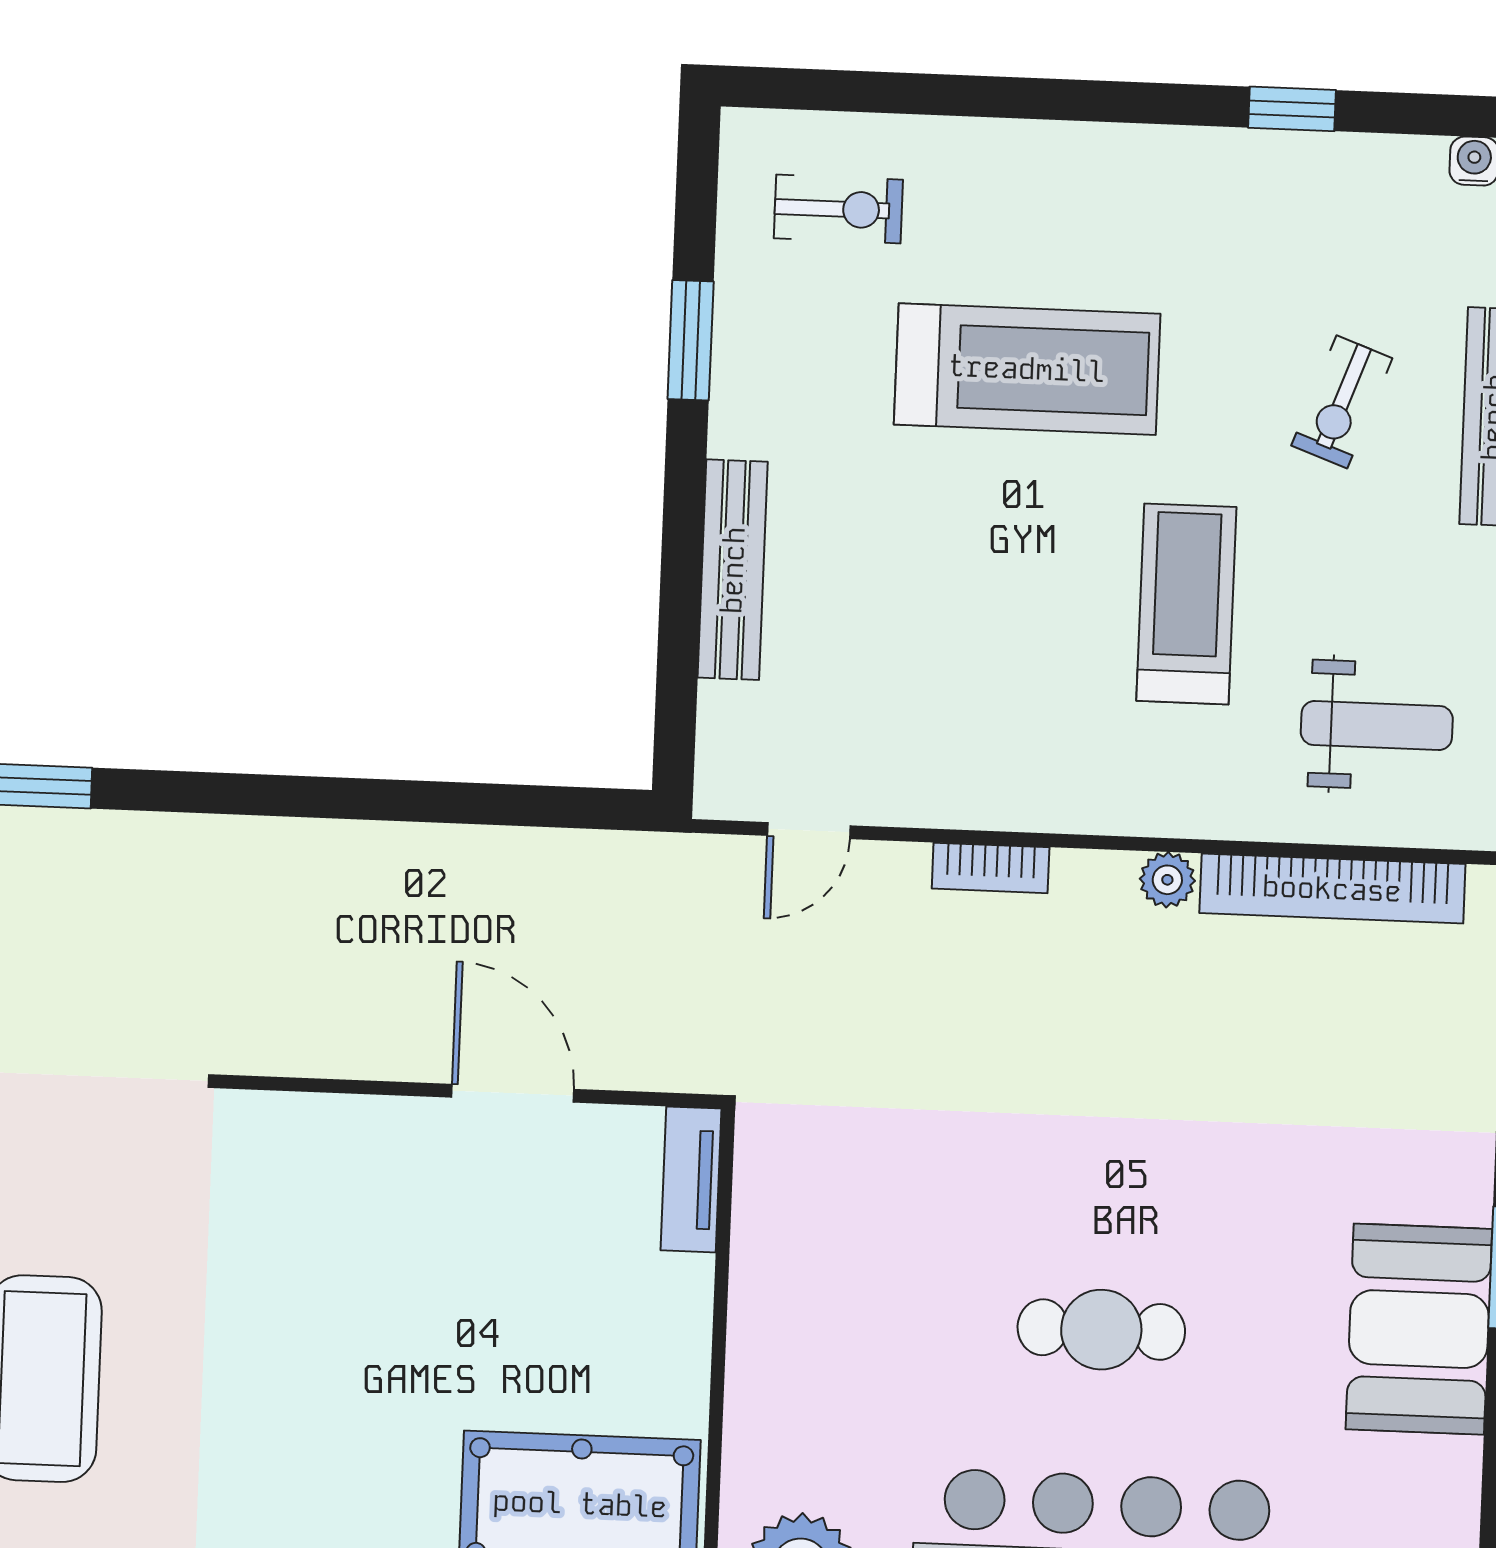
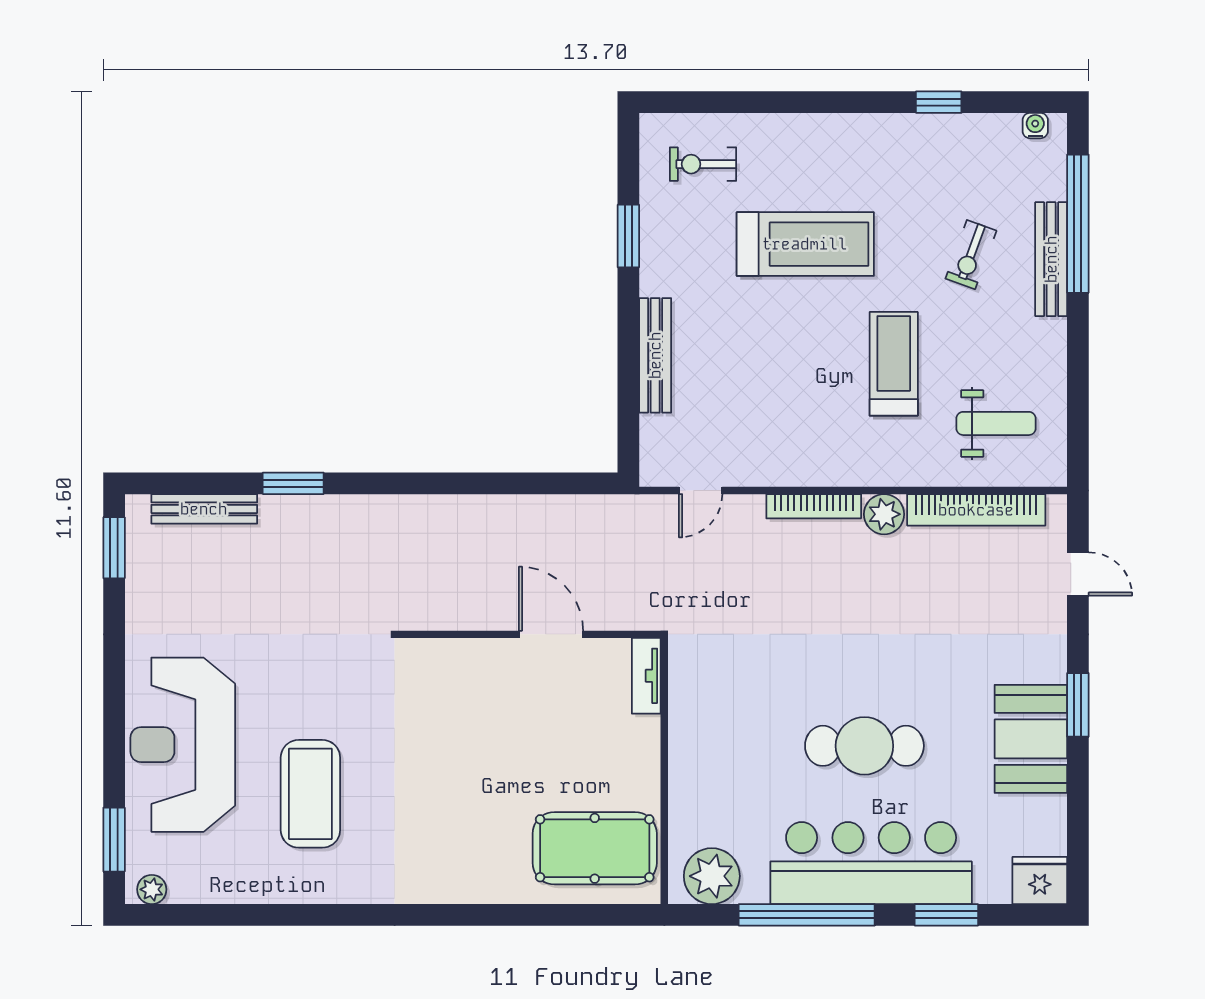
exercise bike: (838, 209) -> (703, 164), turned 180
bookcase: (991, 868) -> (814, 506), width x1.56
plant: (1167, 880) -> (884, 514), width x1.38, depth x1.38
cafe table: (1101, 1330) -> (864, 746), width x1.37, depth x1.35

